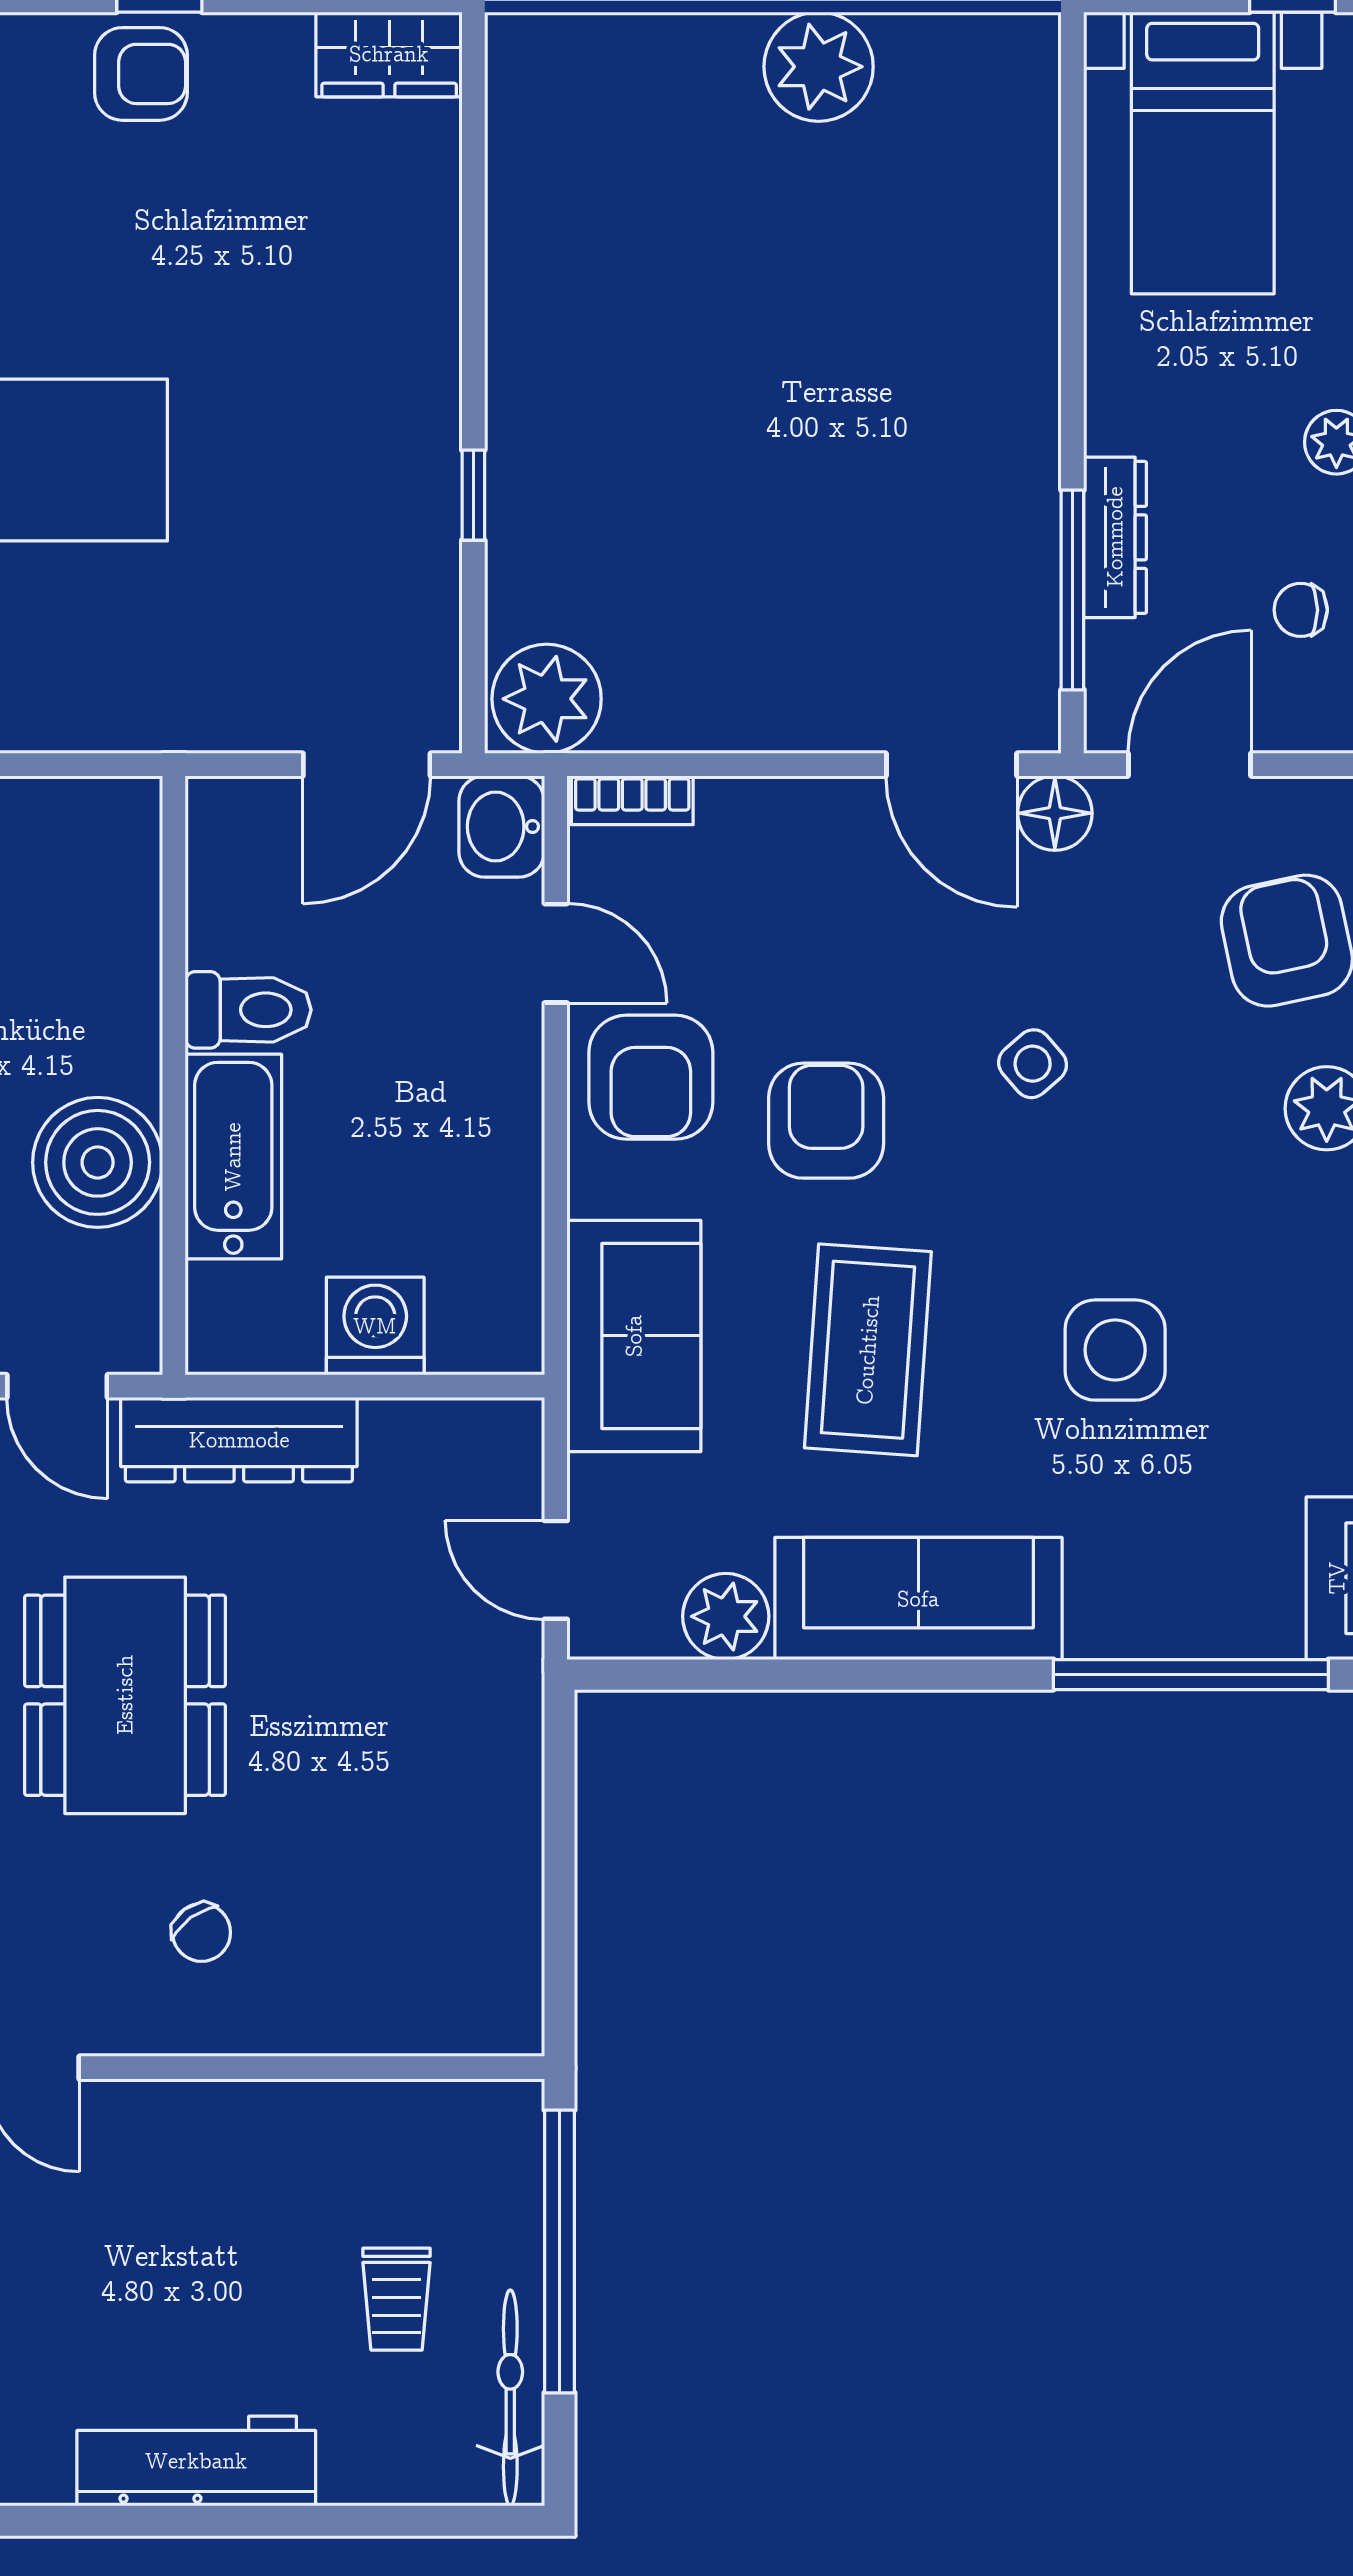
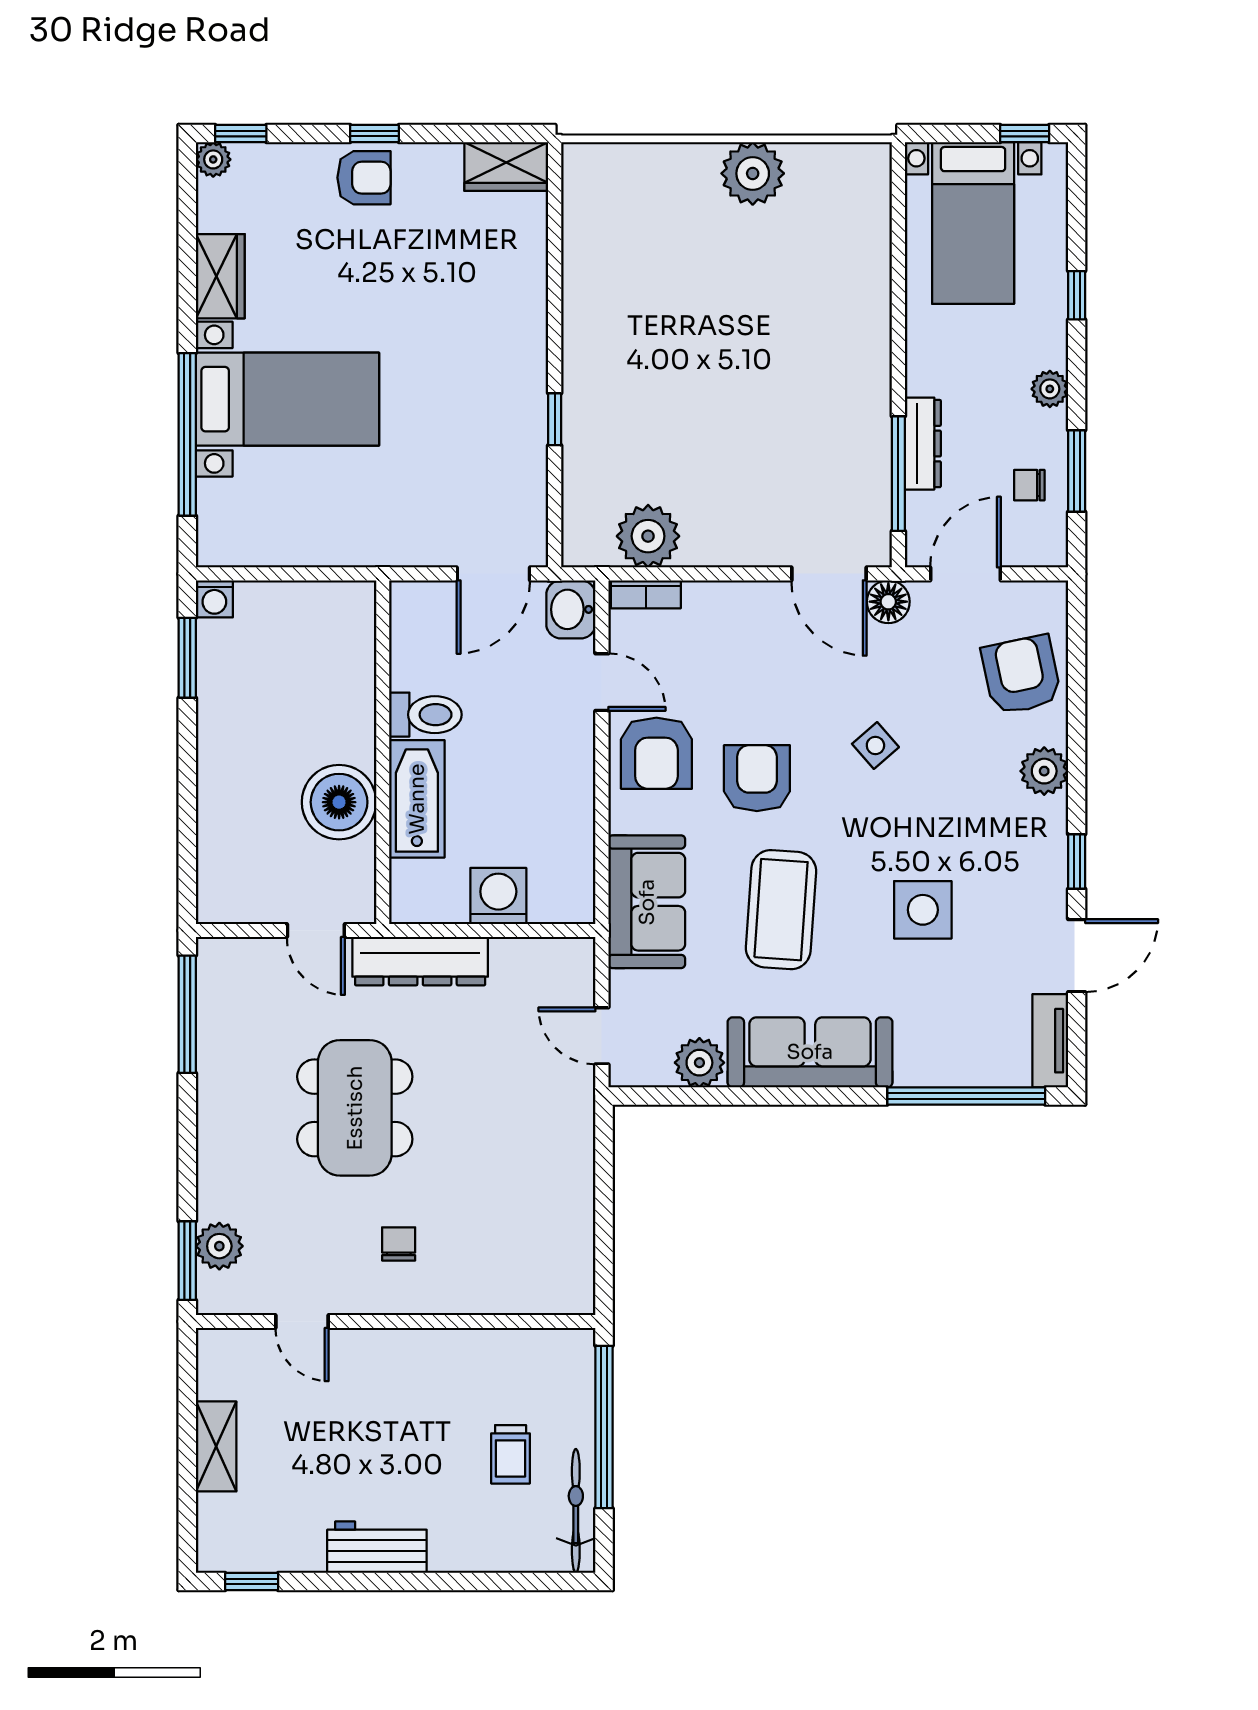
plant: (547, 699) -> (648, 536), moved
chair: (202, 1932) -> (399, 1244), turned -144
workbench: (196, 2461) -> (377, 1547), width x0.73

